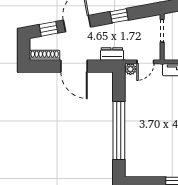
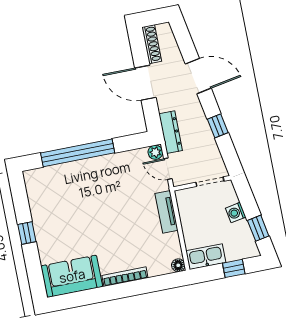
window: (48, 29) -> (185, 43), removed
dresser: (112, 54) -> (171, 132), width x1.44
door: (74, 66) -> (145, 83), hinge flipped

